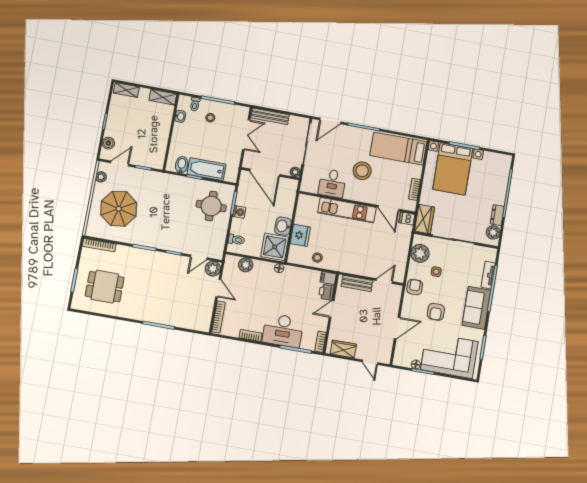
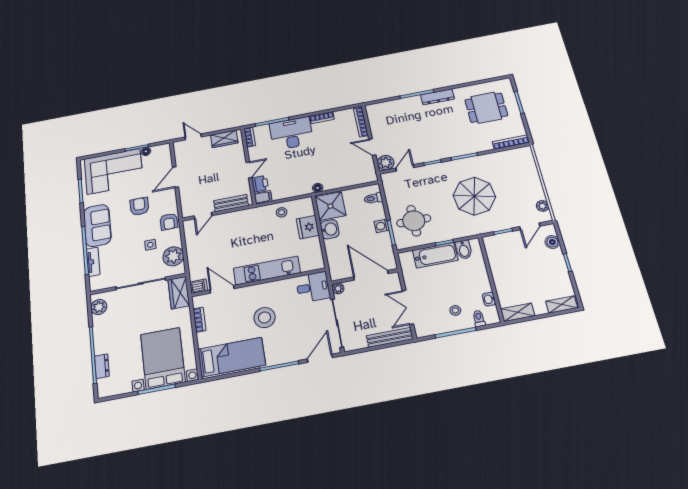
desk: (332, 183) -> (313, 287), moved, turned 90
parasol: (119, 209) -> (474, 196), moved
dresser: (497, 215) -> (102, 366), moved
plant: (246, 265) -> (353, 178), removed
dresser: (142, 315) -> (437, 97), added

